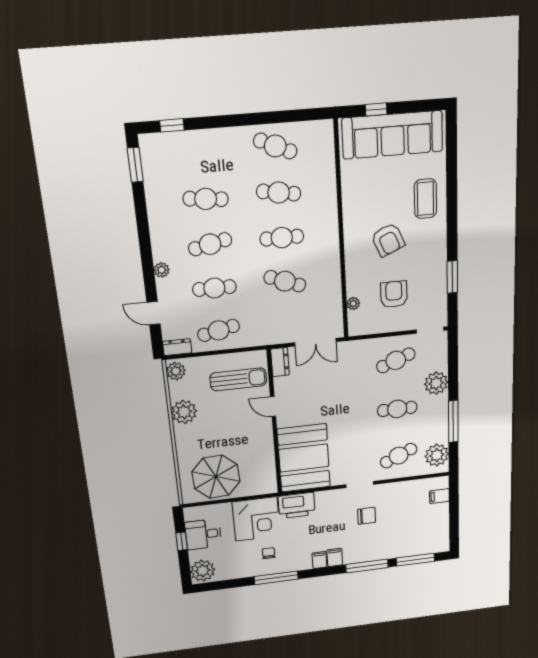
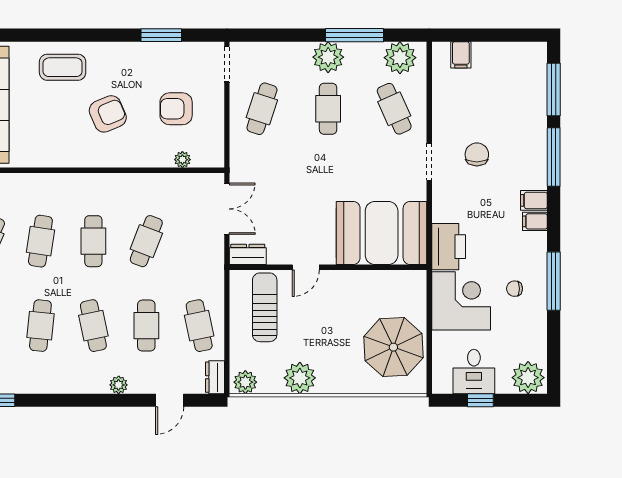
cafe table: (396, 360) -> (262, 109), turned 39
plant: (436, 383) -> (328, 57), moved

